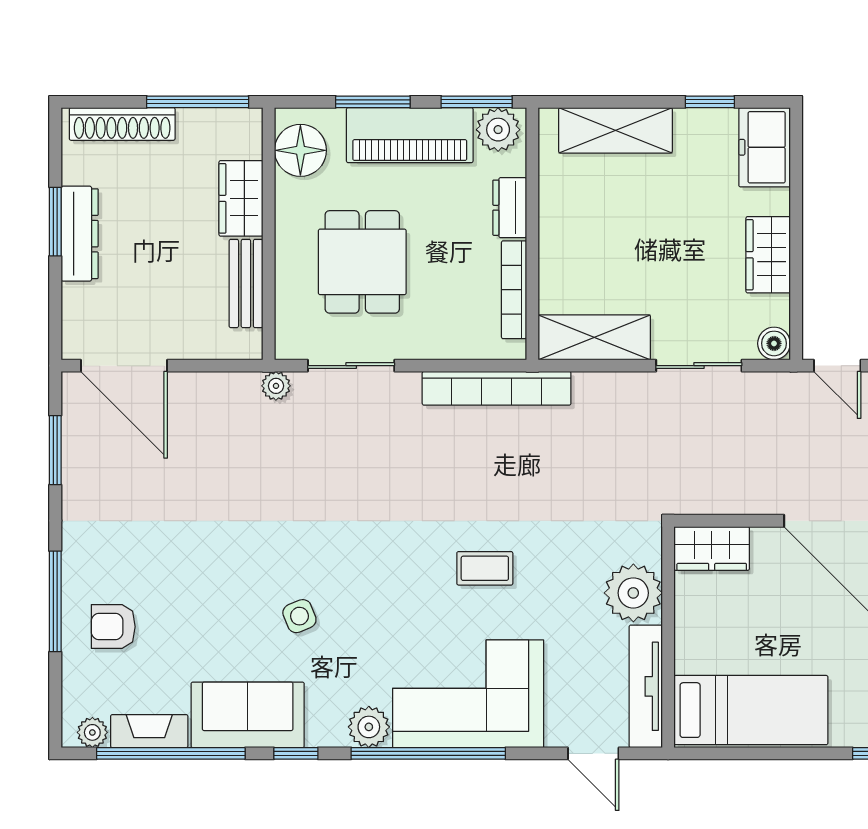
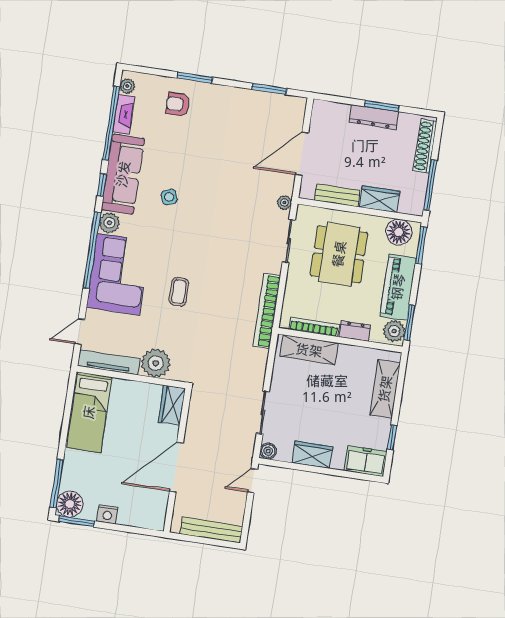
window: (373, 102) -> (421, 245), moved
dining table: (362, 262) -> (339, 254), width x1.38
shelving: (594, 337) -> (309, 350), moved, turned 90
door: (124, 366) -> (302, 154), moved
window: (55, 601) -> (195, 78), width x0.69
armchair: (113, 627) -> (178, 104), turned -90
sofa: (248, 715) -> (123, 174), width x1.36

